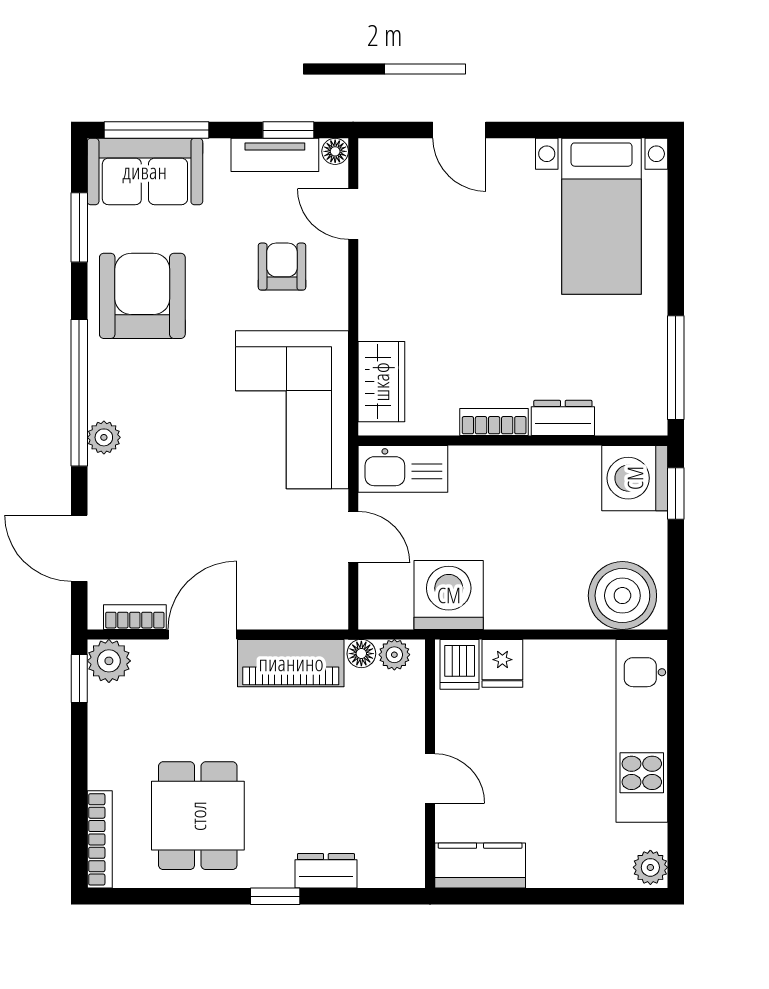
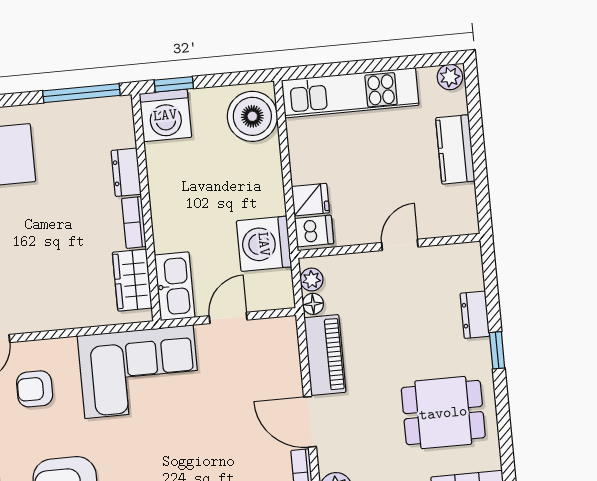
wardrobe: (381, 382) -> (132, 280), moved, turned -90
kitchen counter: (480, 866) -> (455, 149), moved

